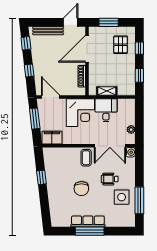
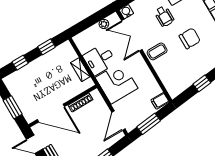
pallet: (120, 45) -> (28, 83), removed
filing cabinet: (52, 138) -> (160, 101), width x0.50
double door: (110, 146) -> (132, 35), swing flipped

